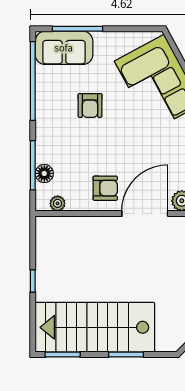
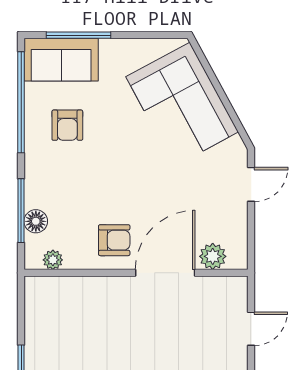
armchair: (90, 105) -> (67, 125), moved

